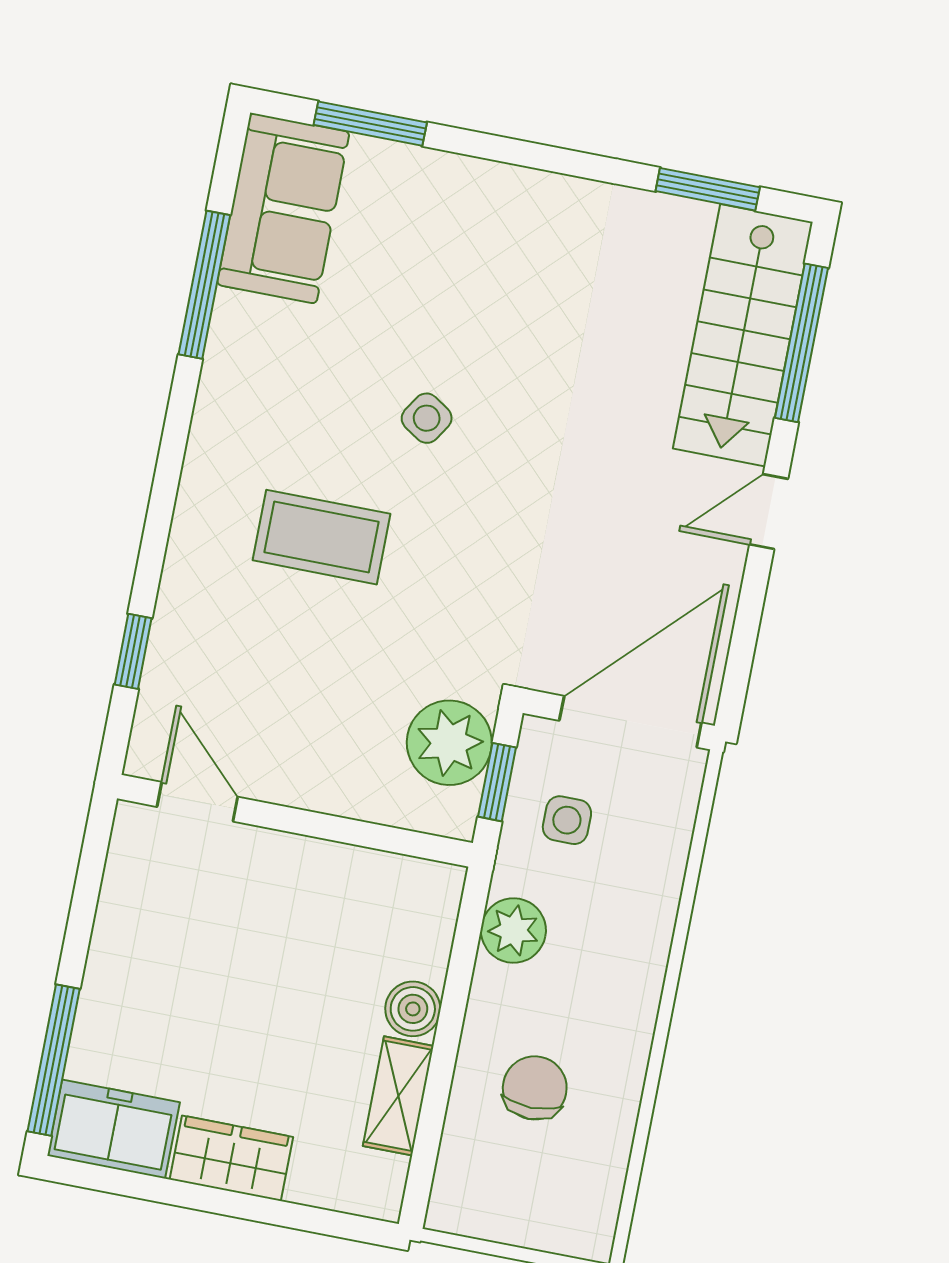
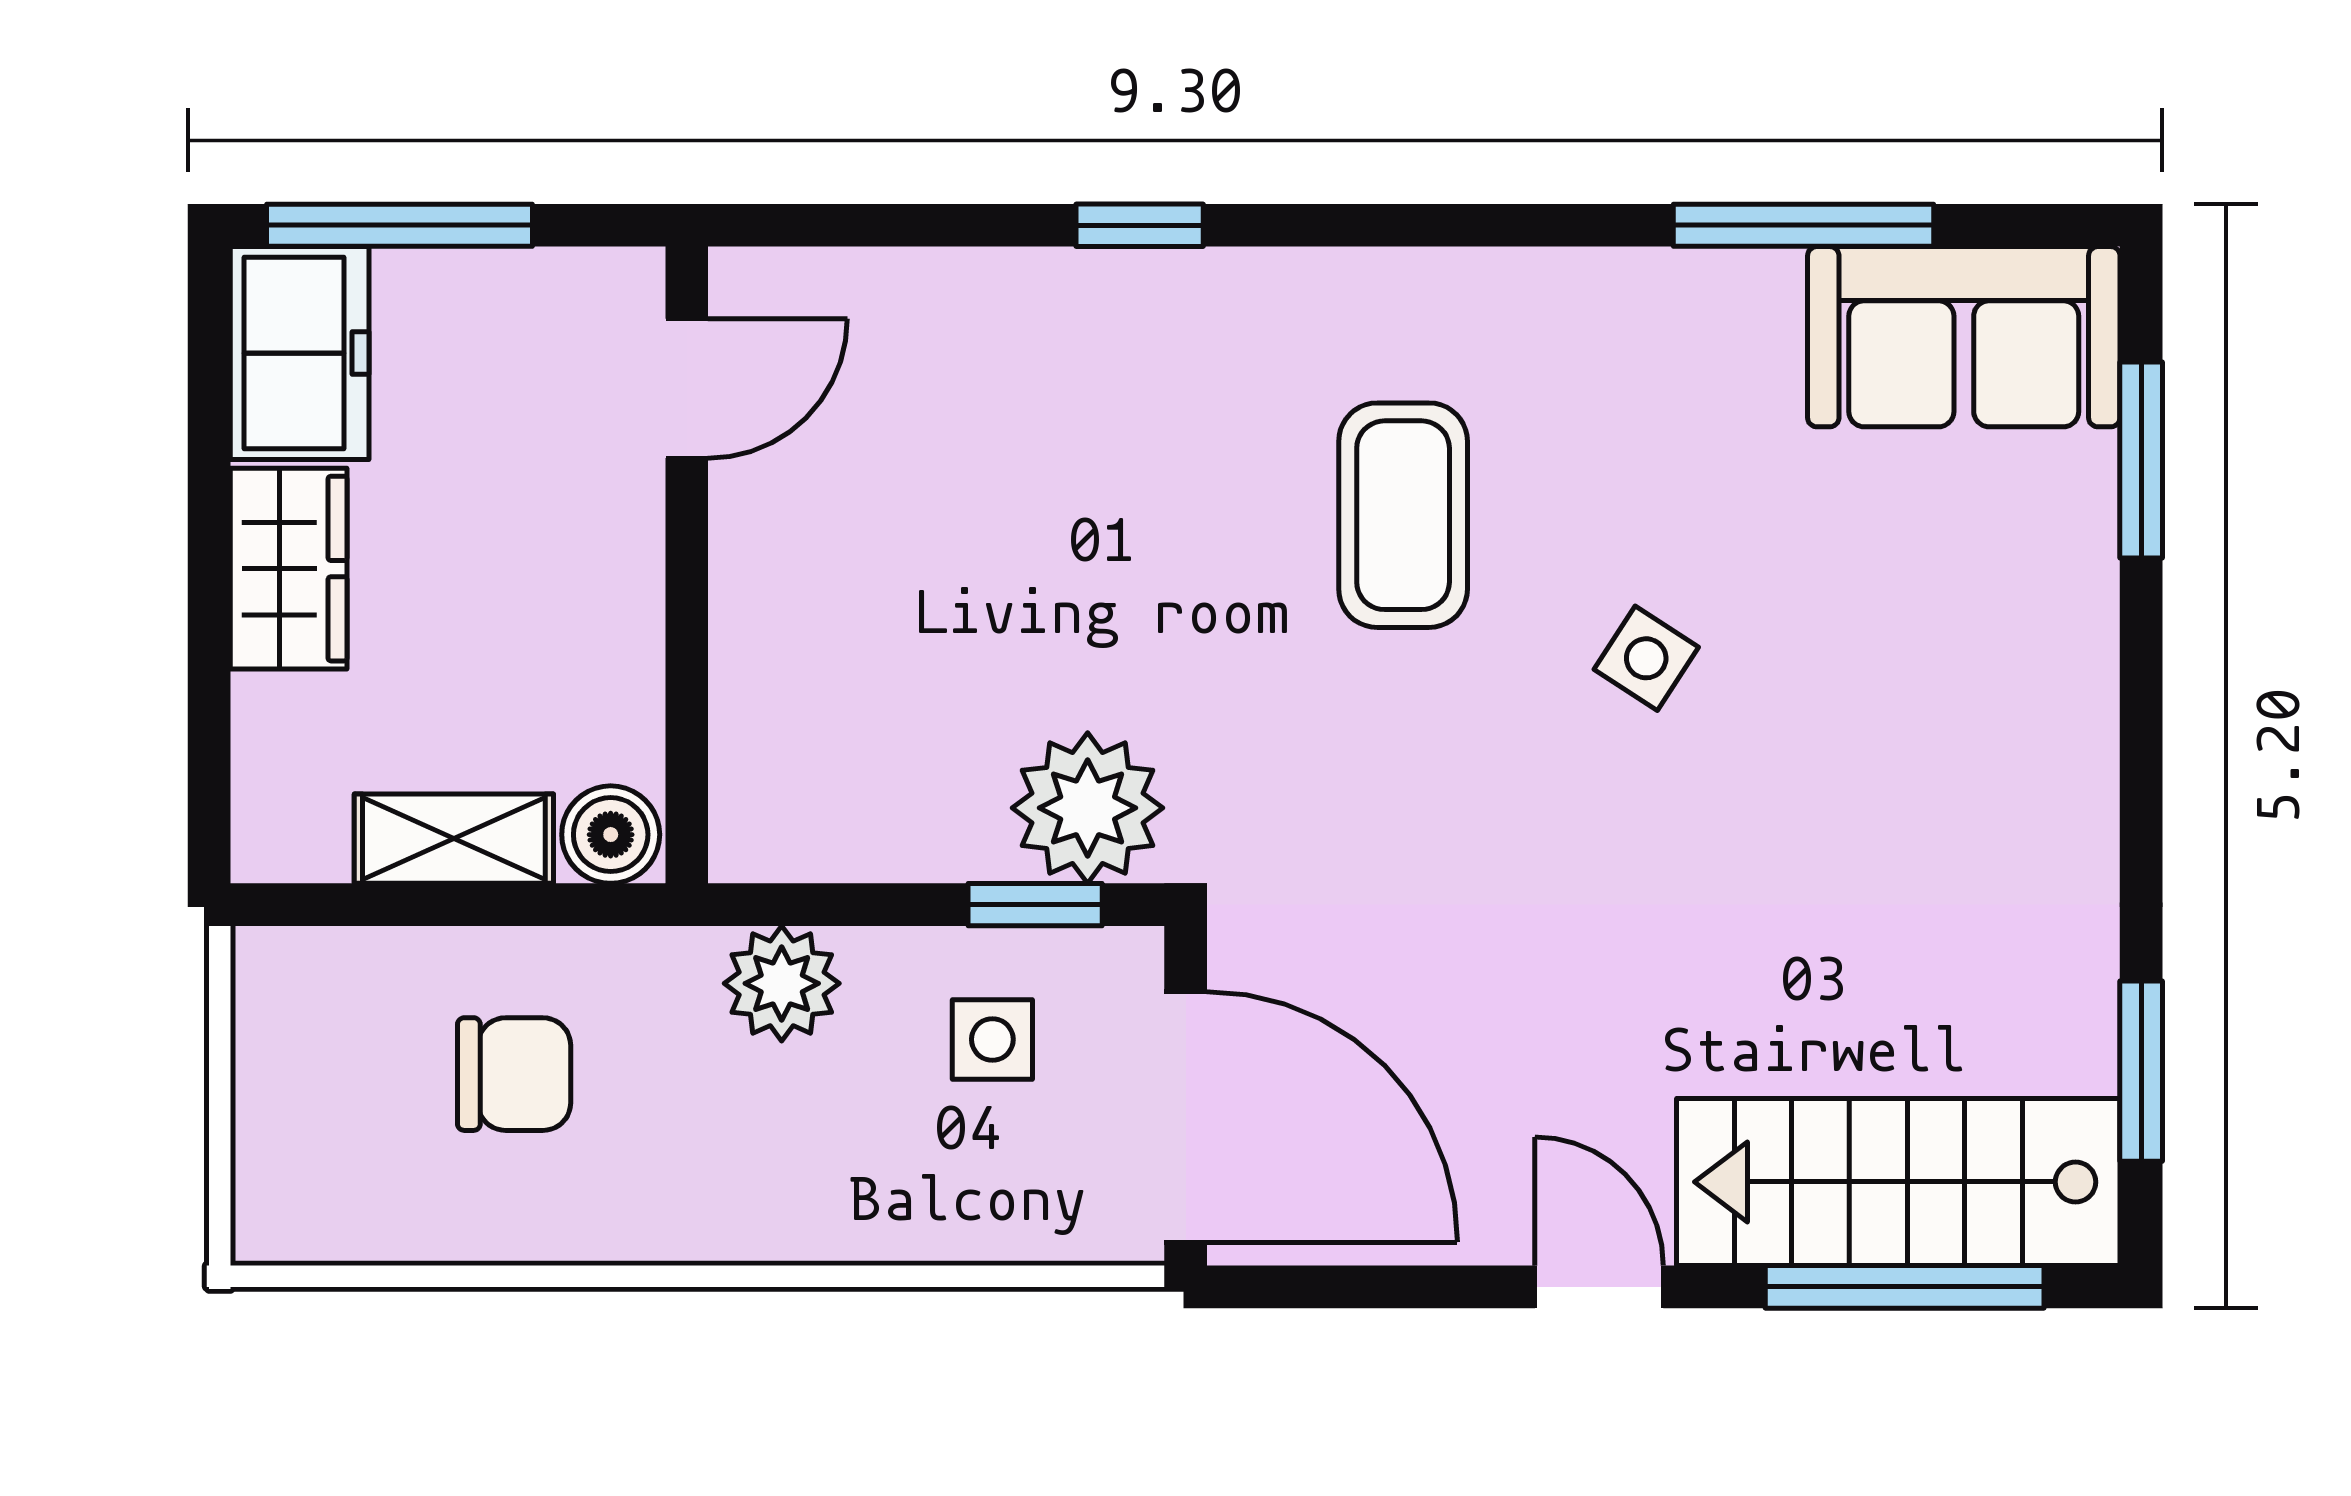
door: (197, 802) -> (687, 388), moved
wall: (295, 821) -> (687, 565), moved

